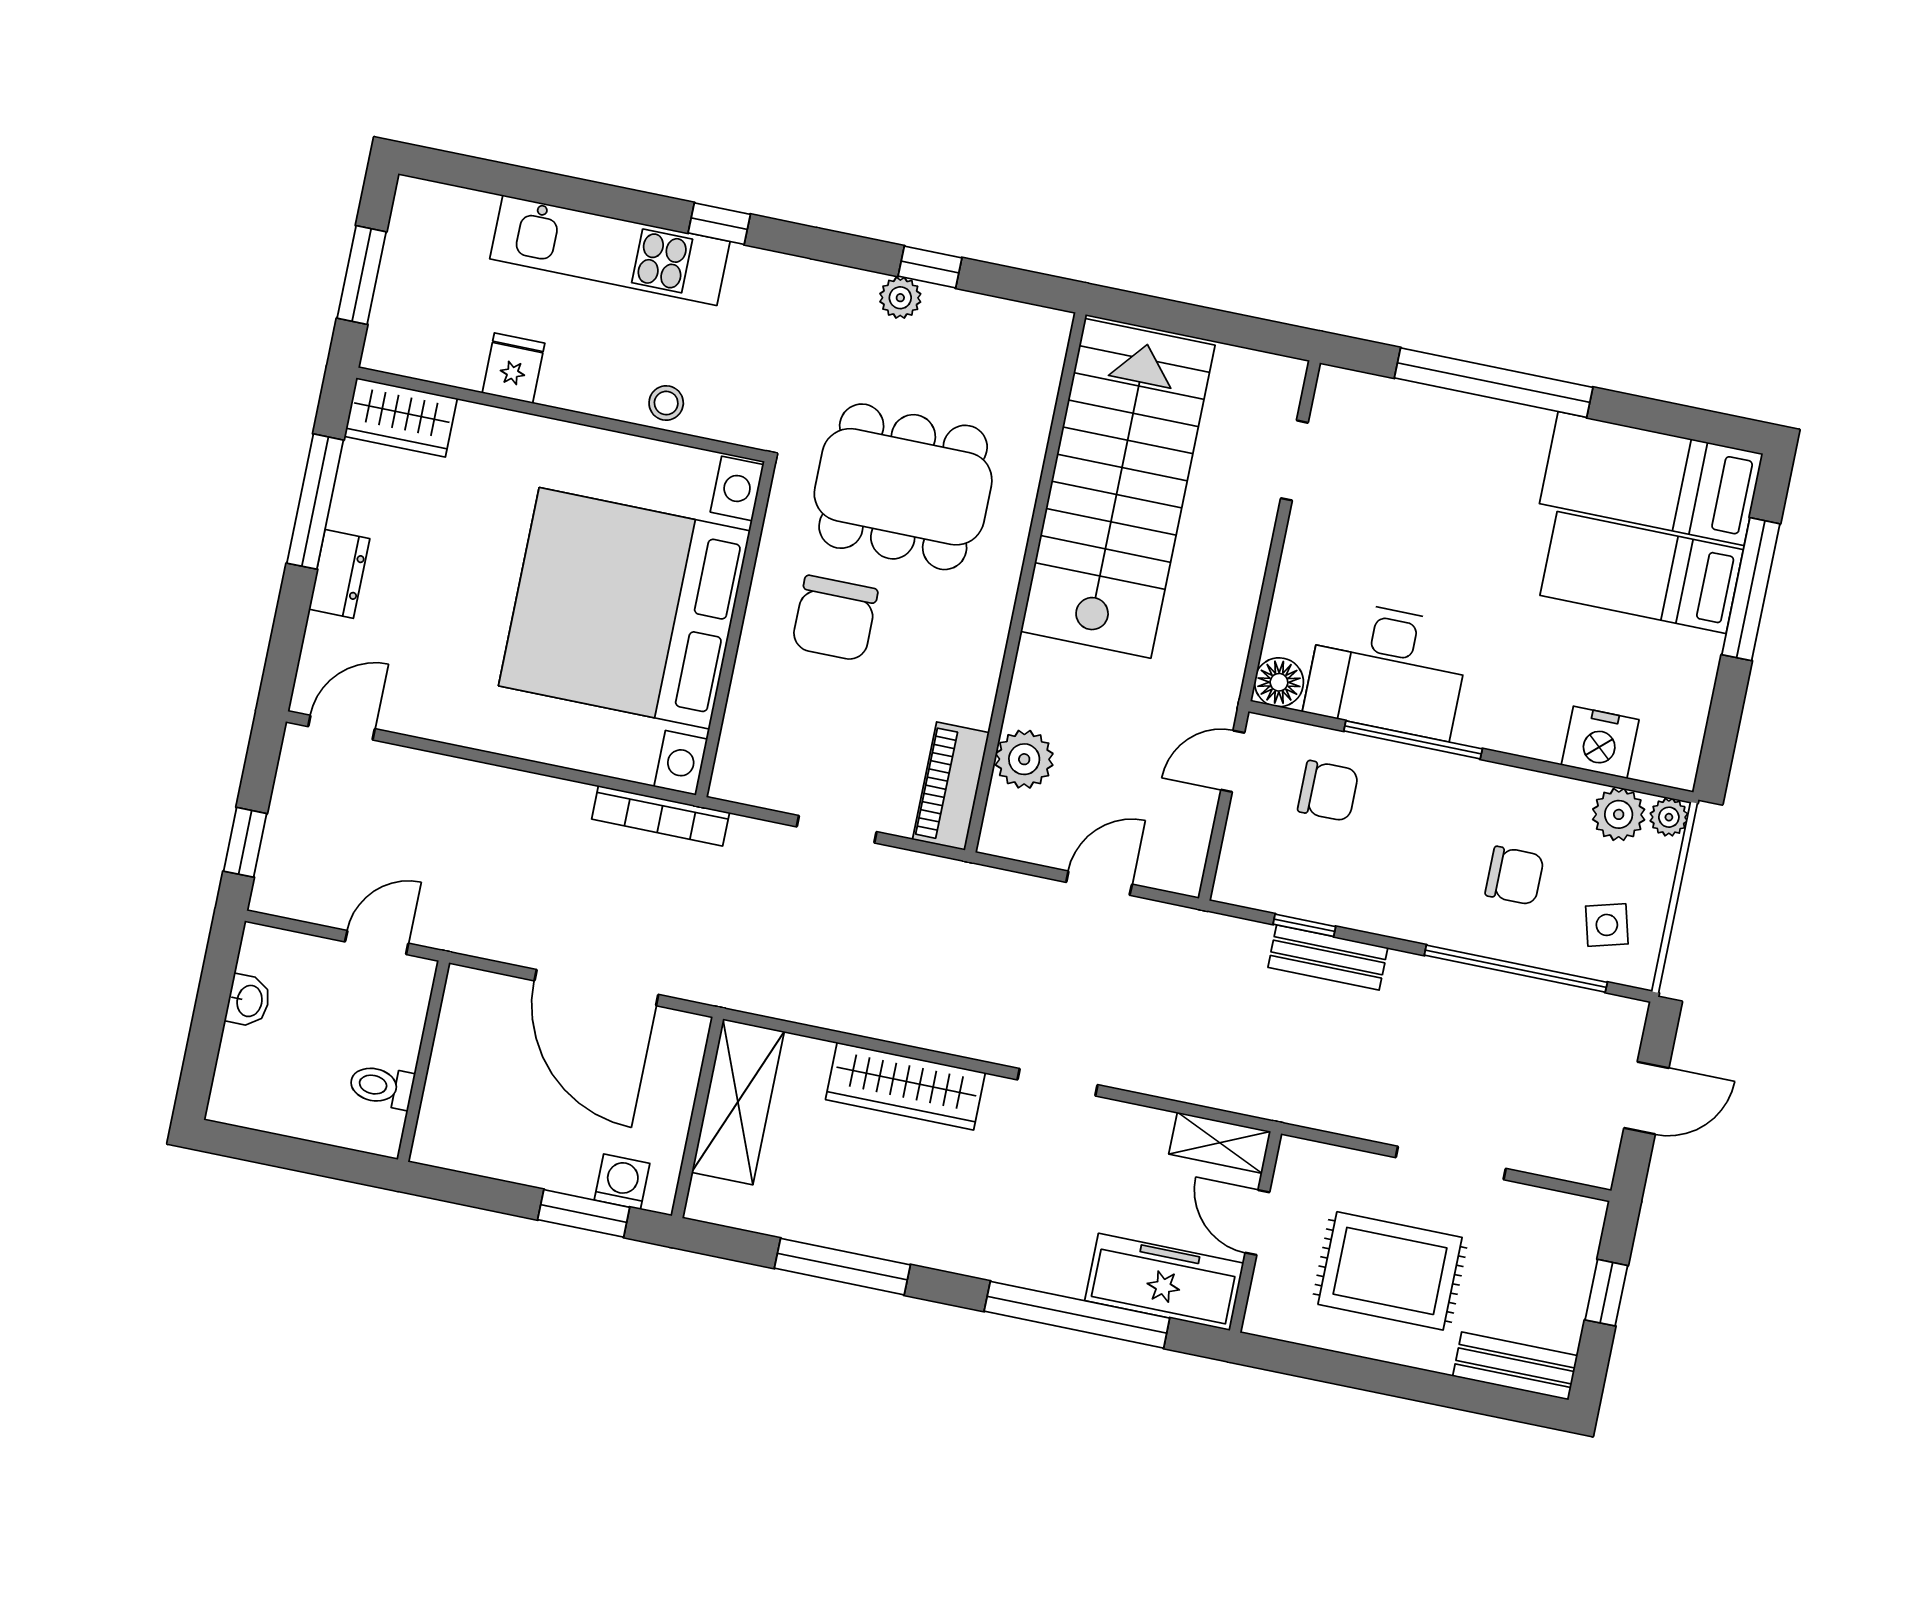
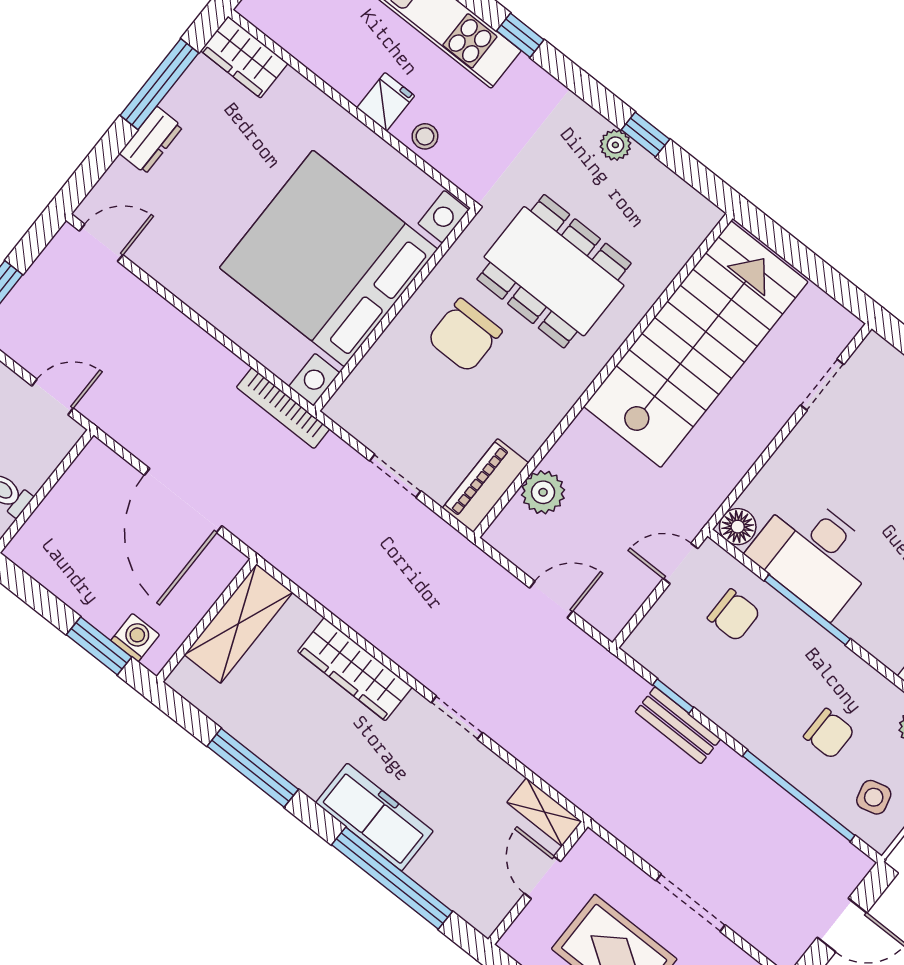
fridge: (513, 368) -> (386, 102), moved
freezer: (1164, 1282) -> (374, 817), moved

